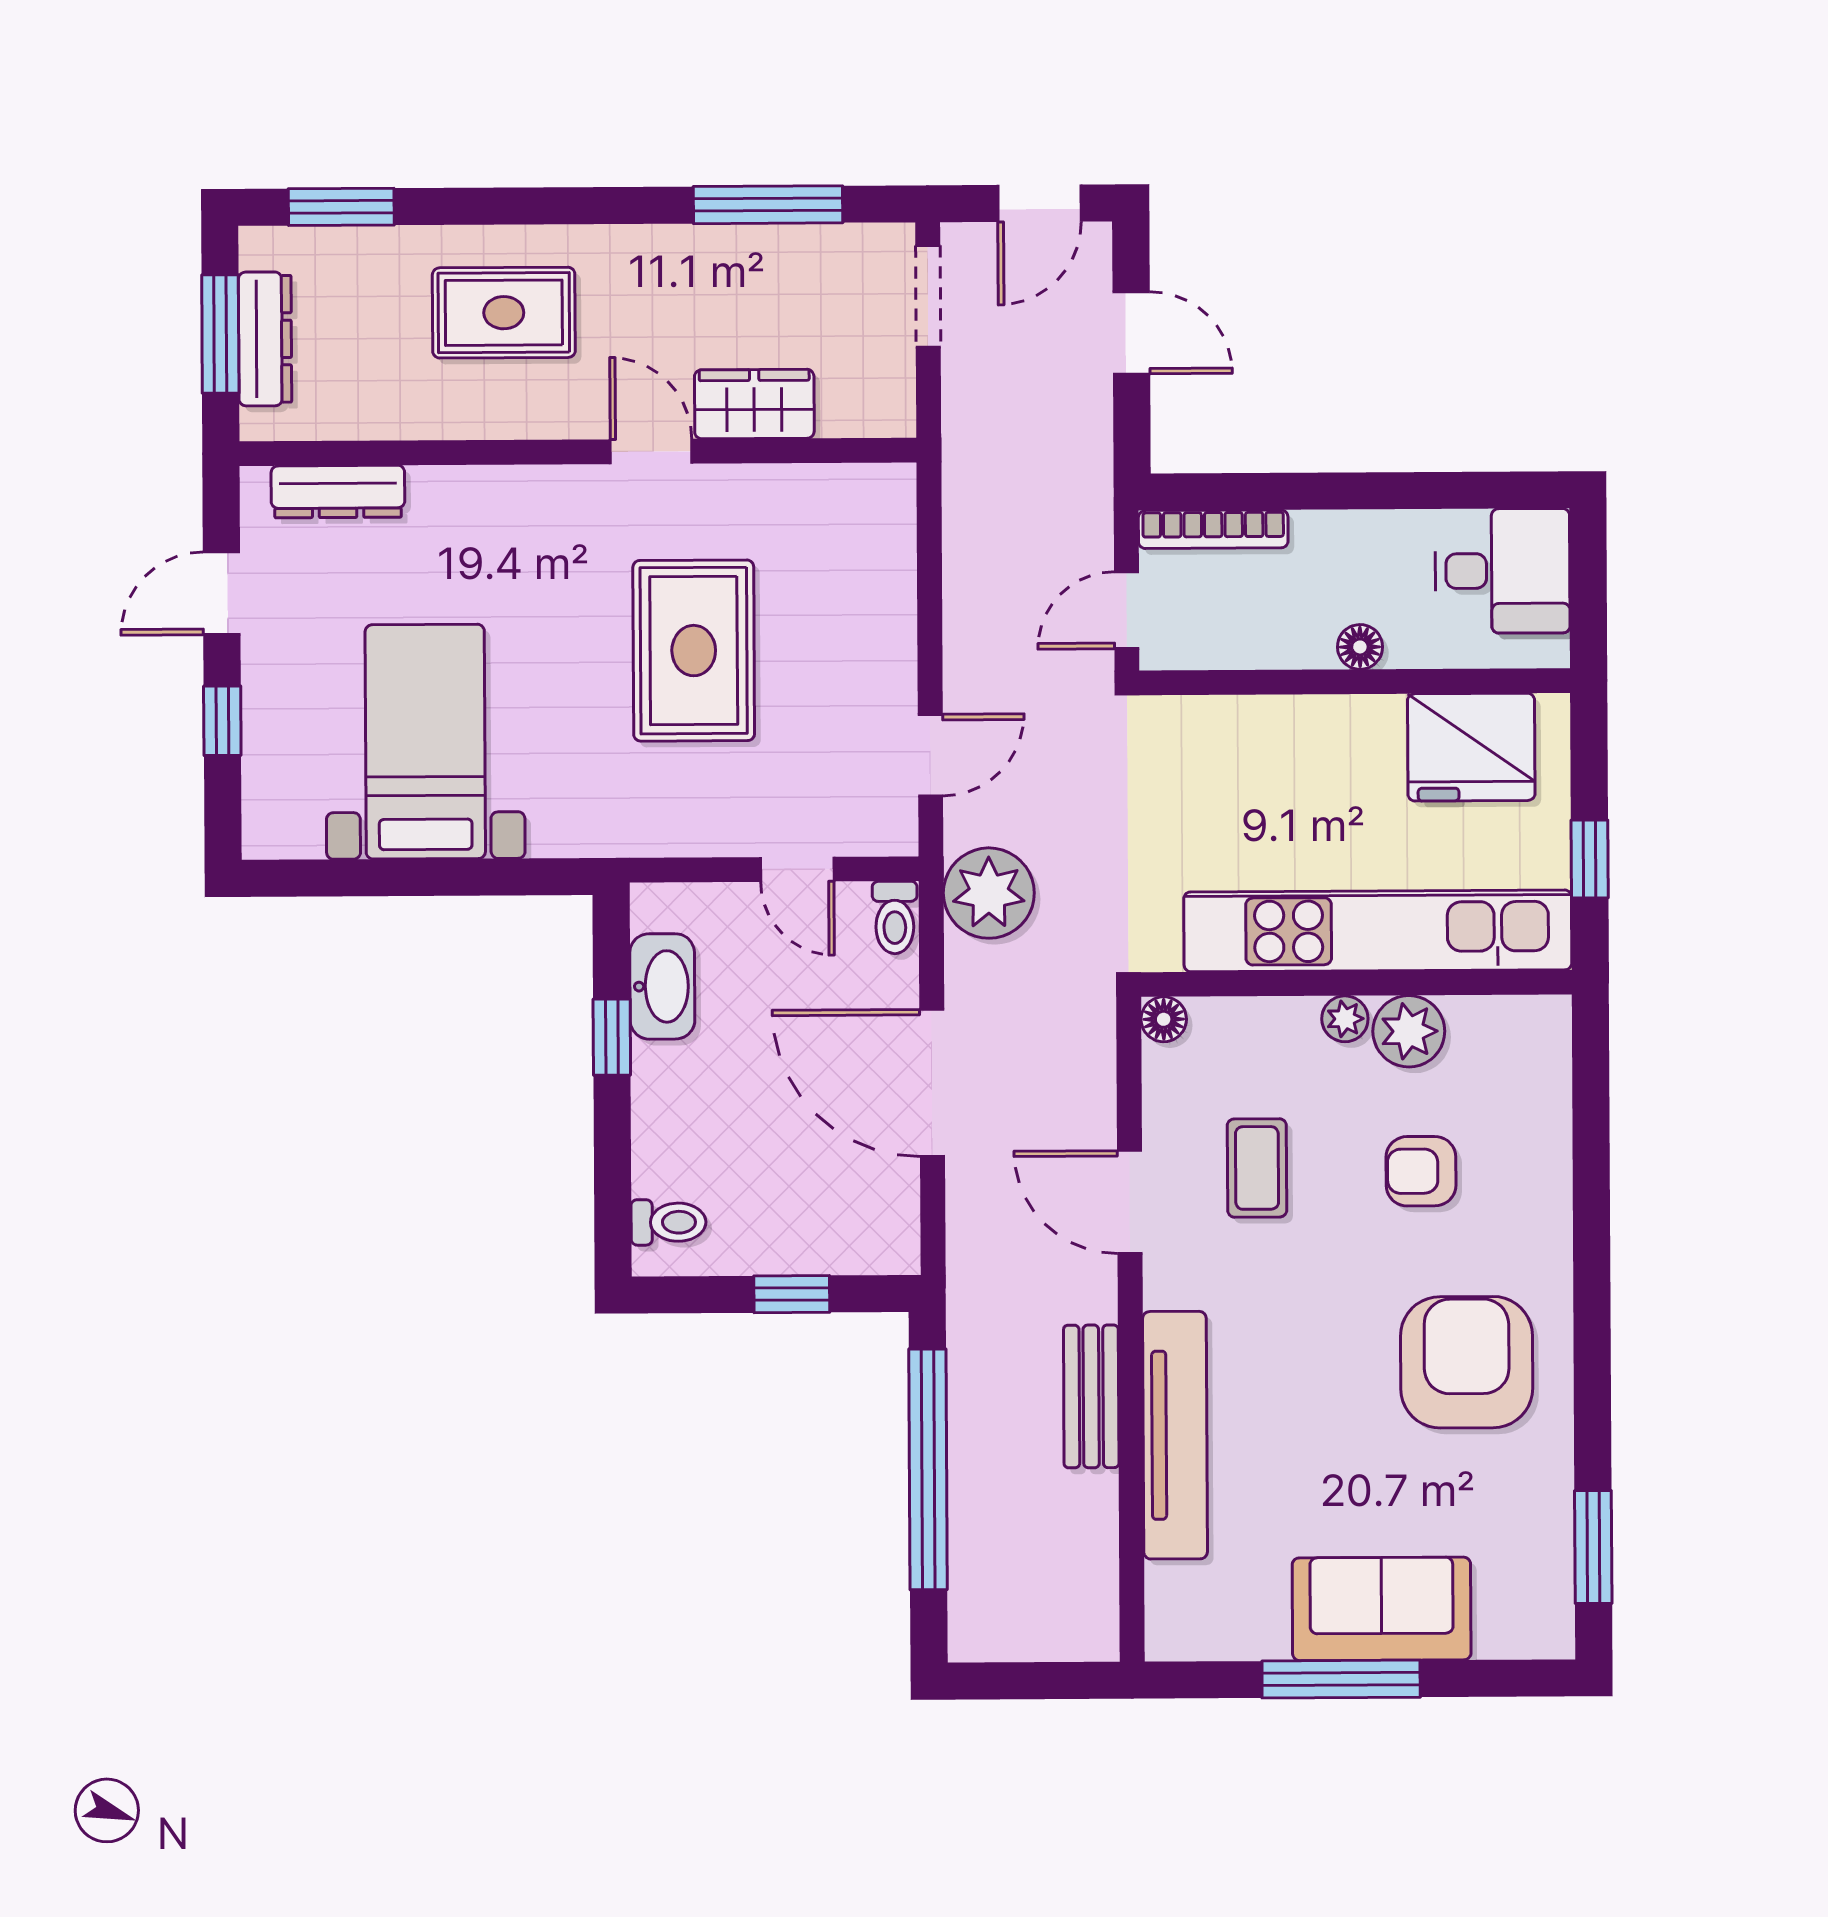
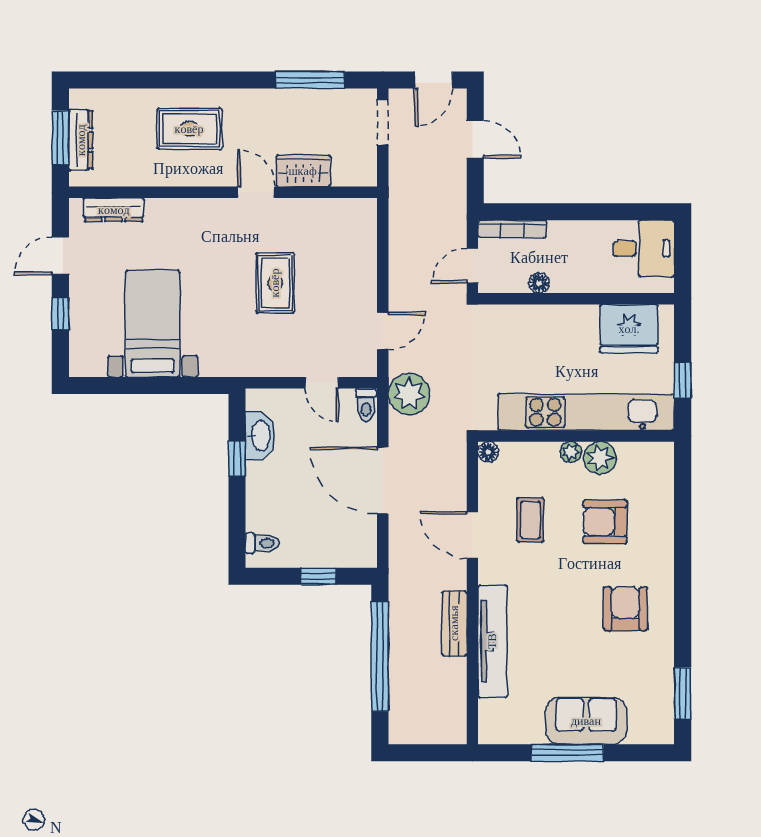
window: (341, 207) -> (116, 80), removed
floor lamp: (1360, 647) -> (539, 283), moved
rug: (694, 651) -> (275, 283), width x0.73, depth x0.70
armchair: (1421, 1171) -> (605, 522), width x1.38, depth x1.38
armchair: (1467, 1362) -> (625, 609), width x0.73, depth x0.73

